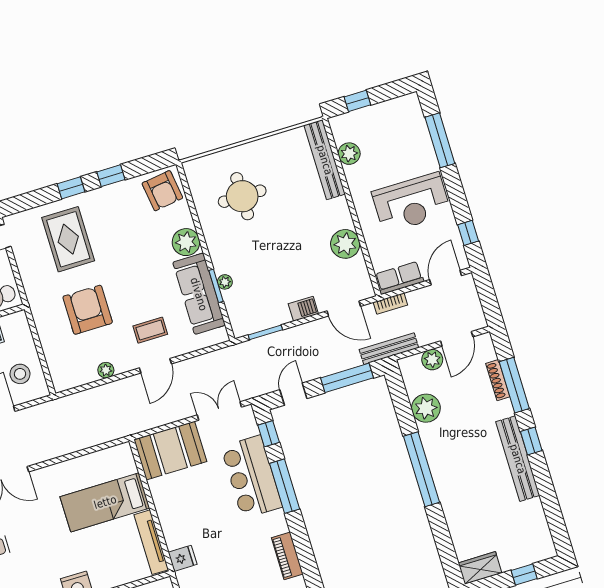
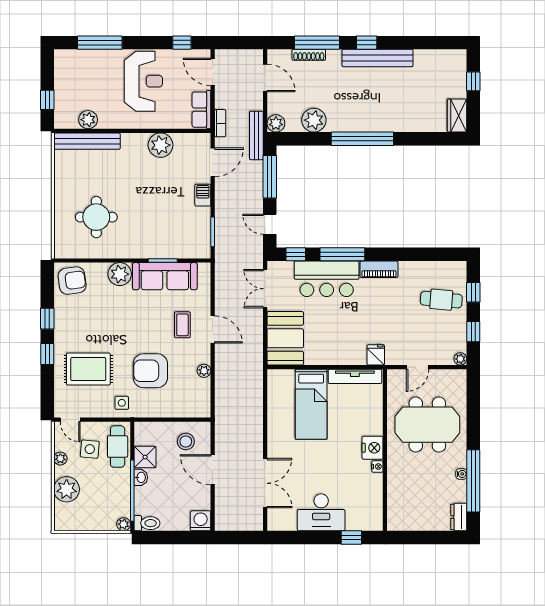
plant: (225, 282) -> (162, 252), removed
side table: (42, 289) -> (122, 403), added
plant: (432, 360) -> (276, 123), moved
piano: (287, 556) -> (379, 269), moved

